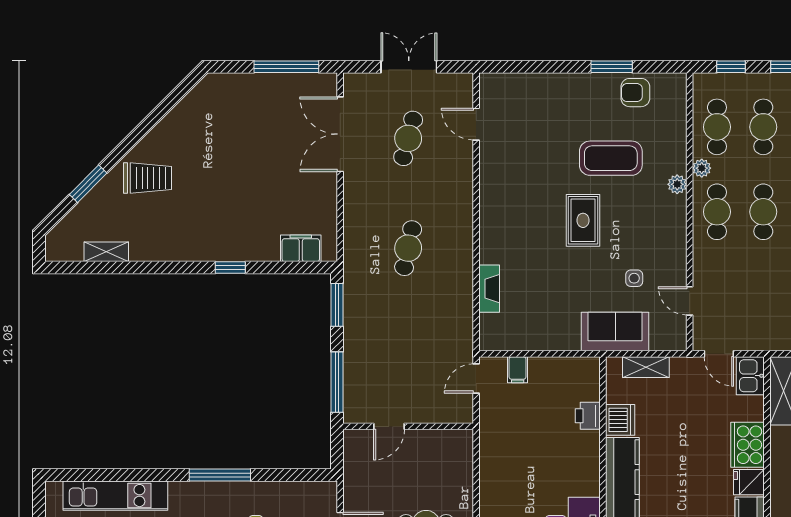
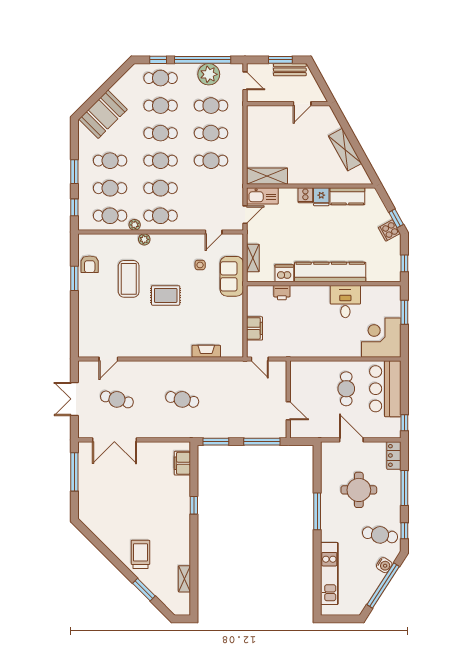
filing cabinet: (518, 370) -> (255, 328), width x2.00
kitchen sink: (750, 376) -> (262, 196), width x1.38
cooker: (747, 445) -> (305, 195), width x0.53, depth x0.76

